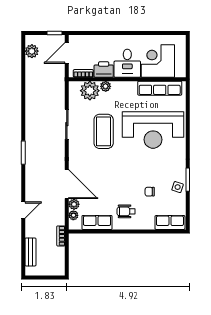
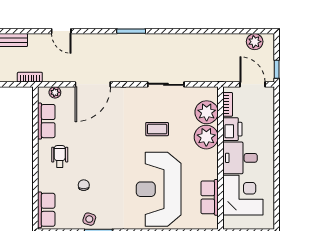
plant: (106, 86) -> (206, 137), width x1.88, depth x1.88
row of seats: (160, 88) -> (210, 197), width x0.68
coffee table: (104, 131) -> (157, 129), width x0.54, depth x0.58
plant: (74, 204) -> (68, 93), removed

